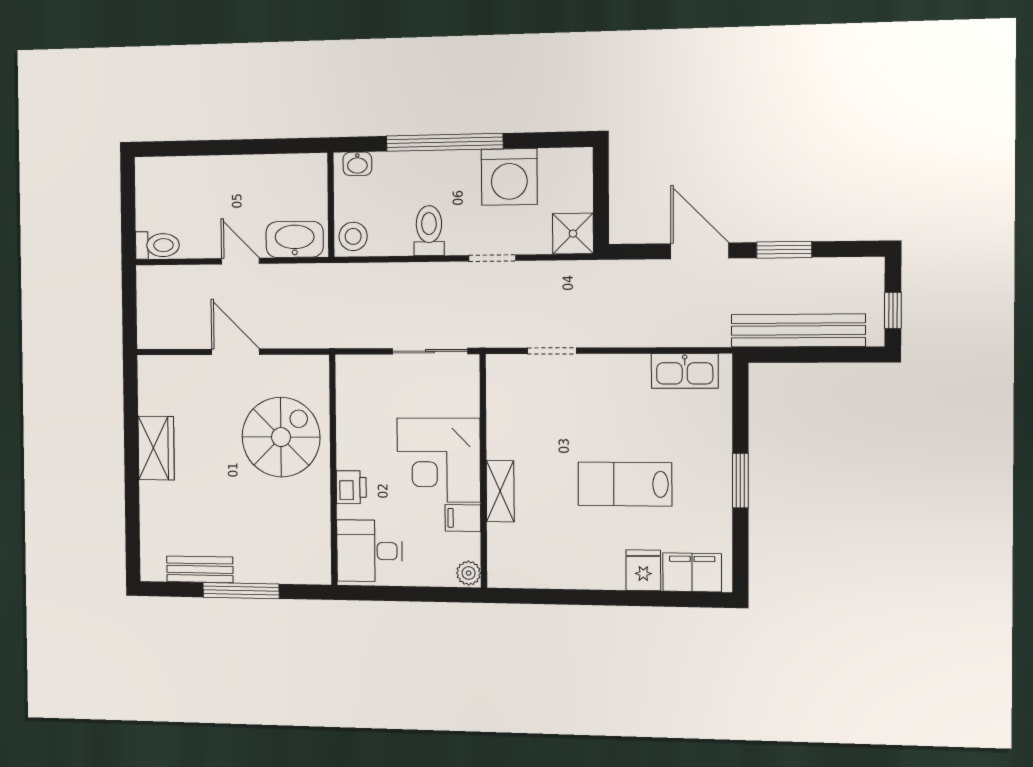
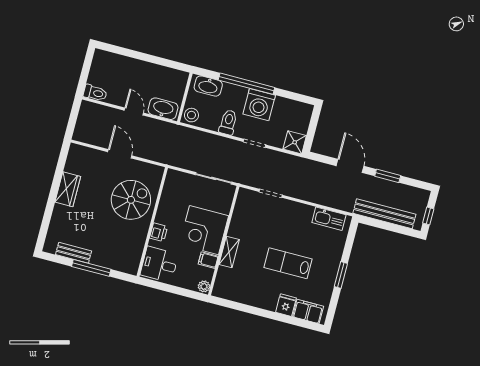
washbasin: (357, 164) -> (208, 86), width x1.91, depth x1.45
washing machine: (509, 177) -> (259, 105), moved

